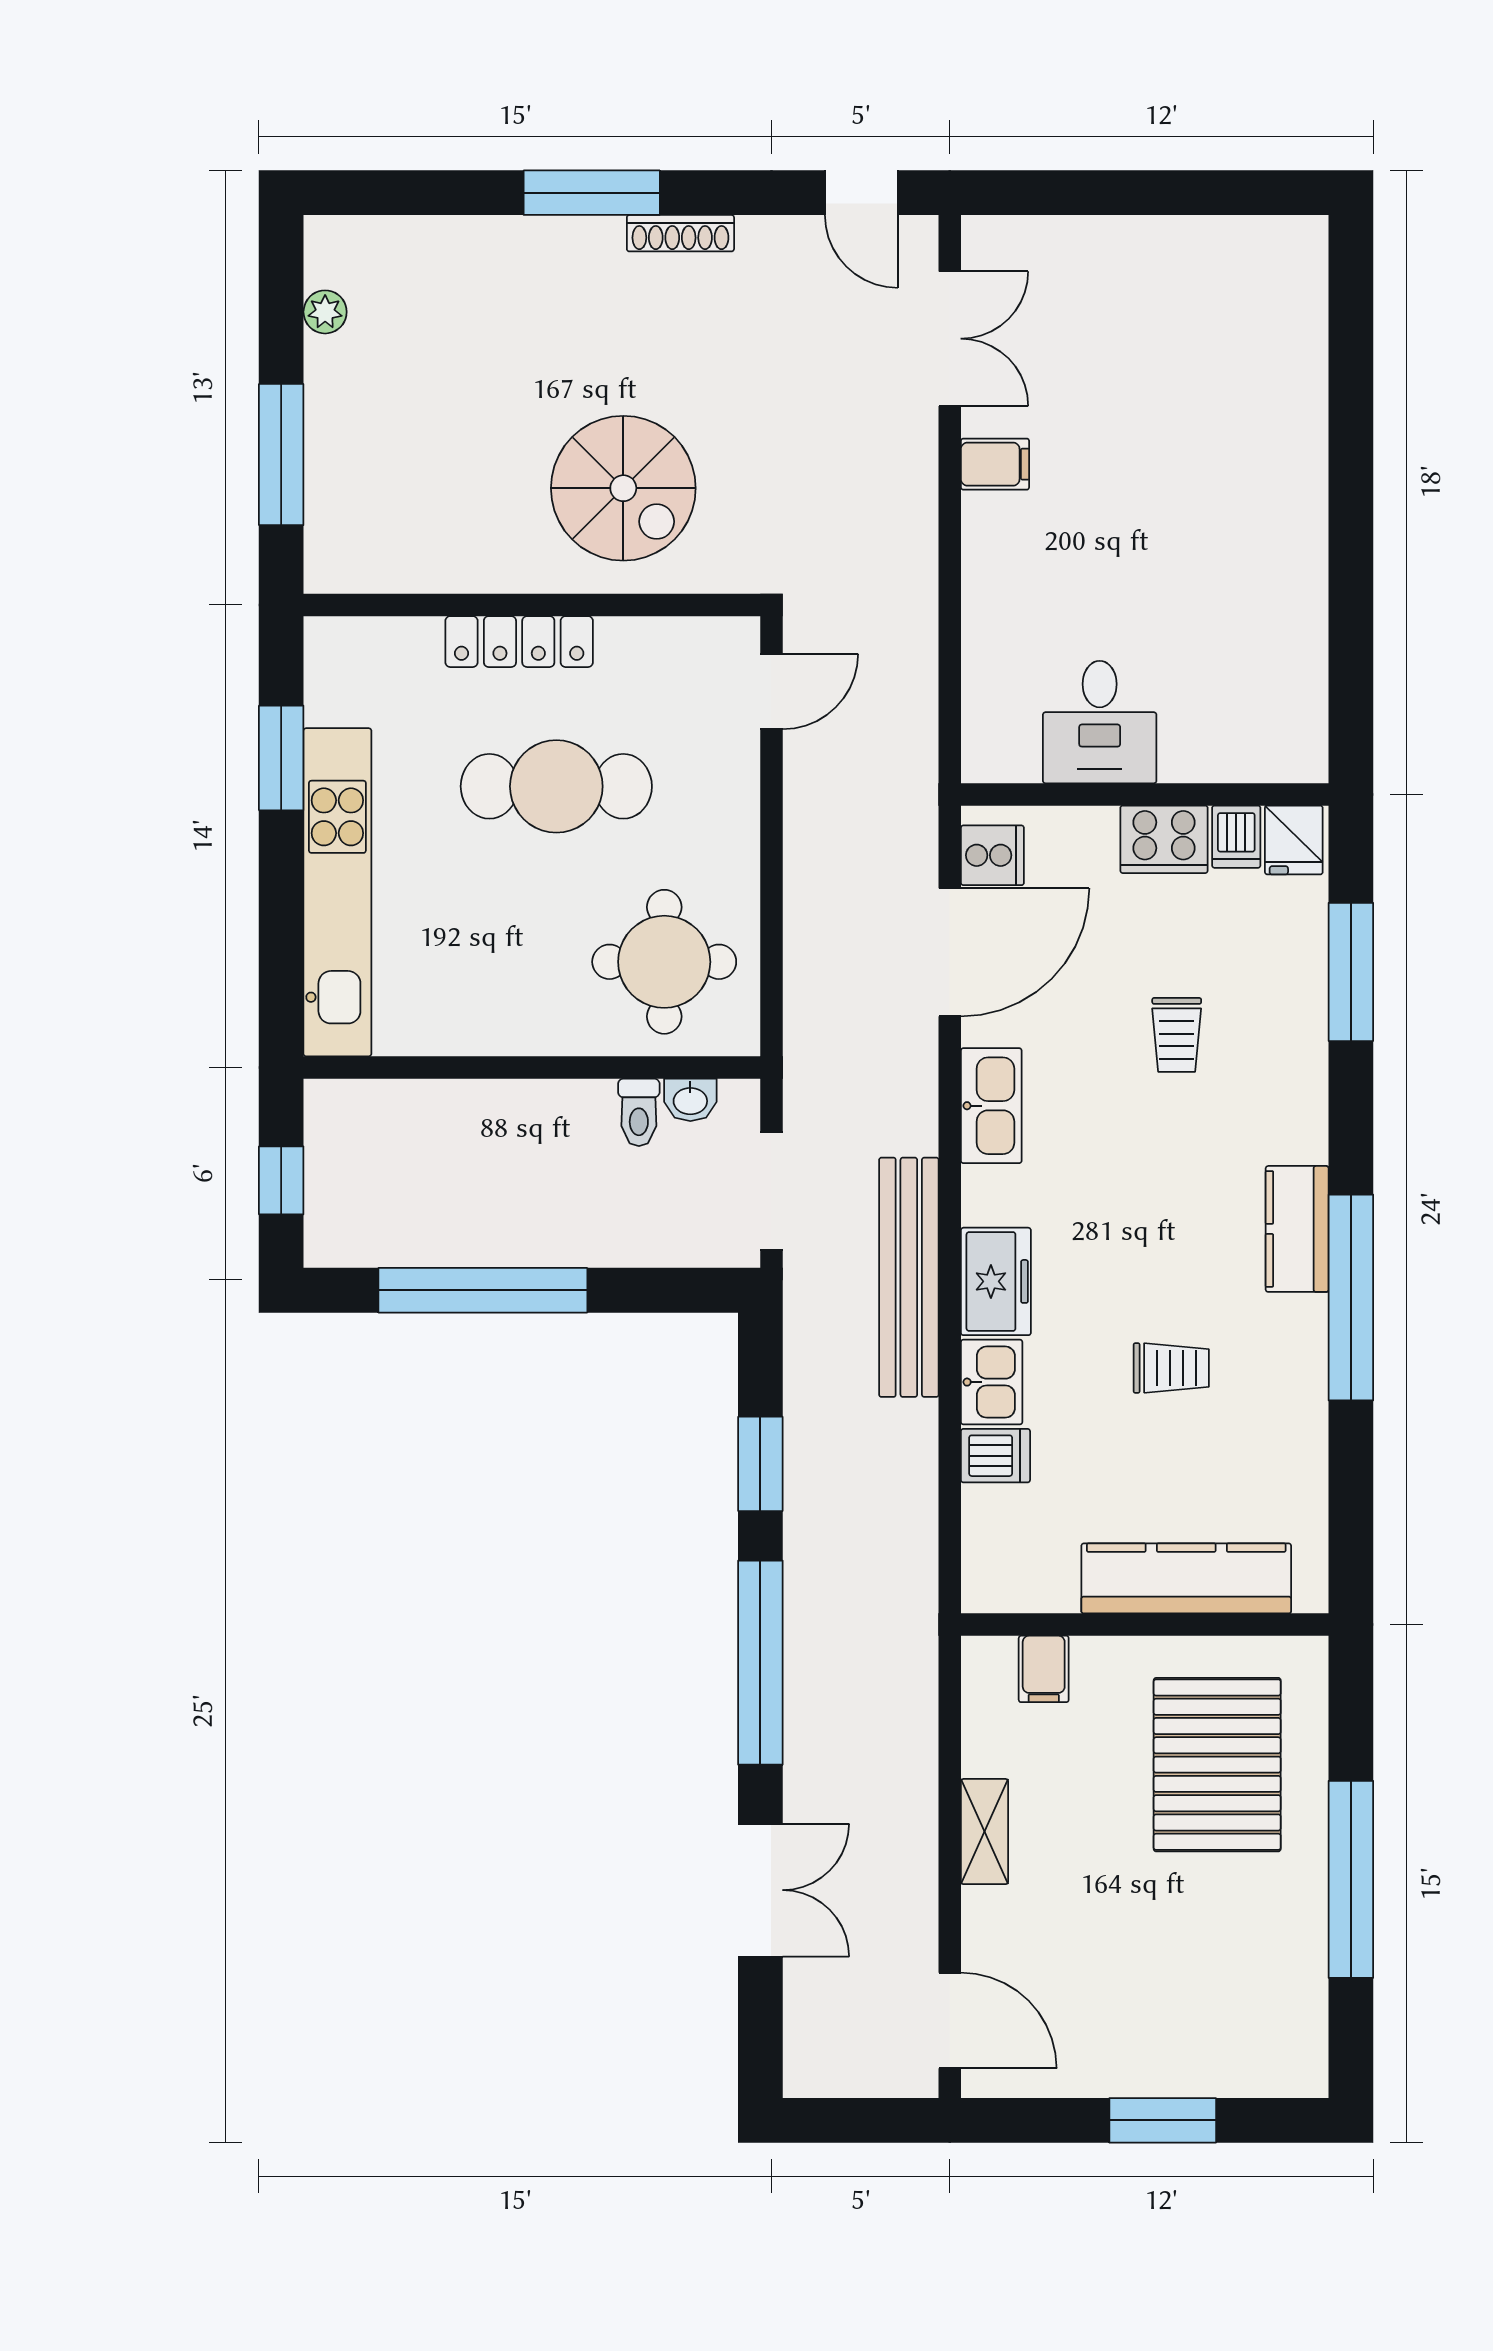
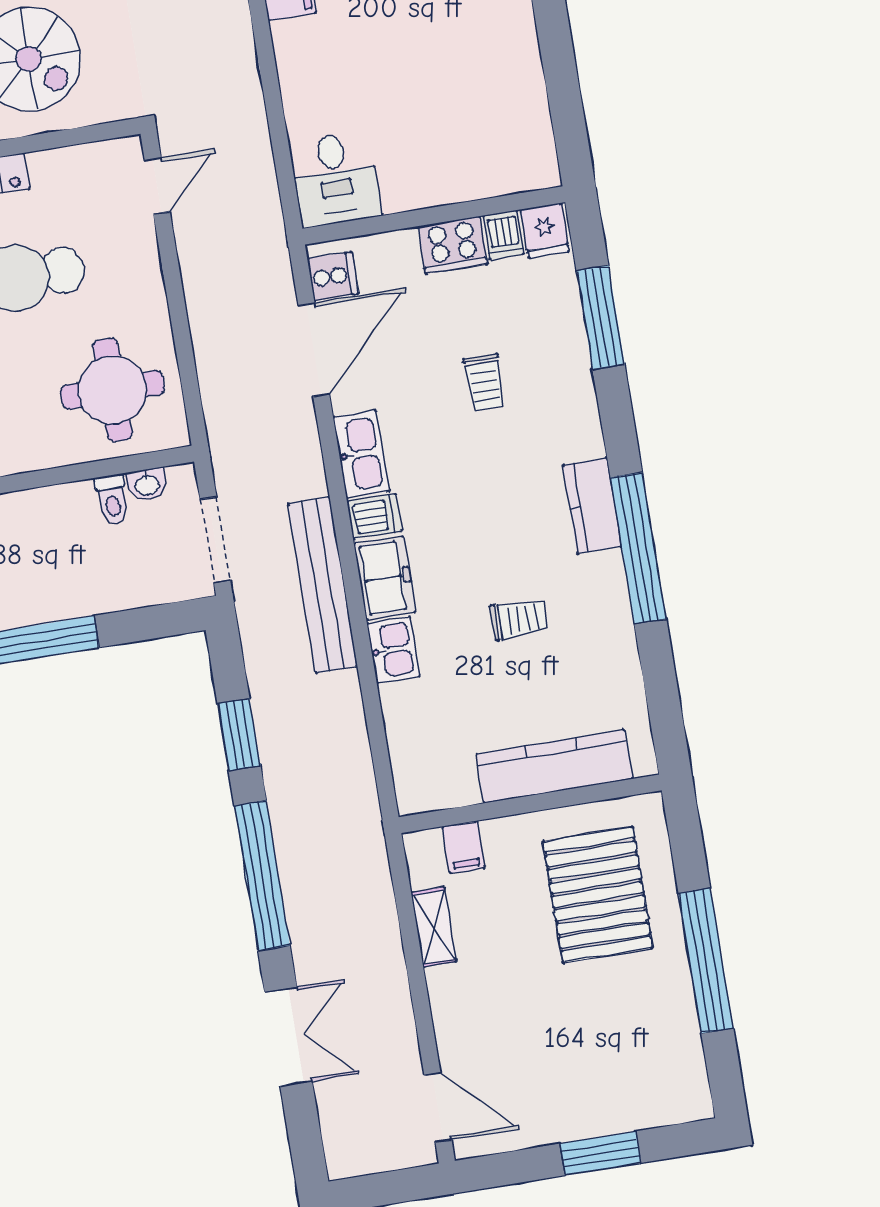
desk: (1100, 722) -> (335, 179), moved
dishwasher: (995, 1456) -> (374, 516), moved
shelving: (985, 1832) -> (434, 927), moved

